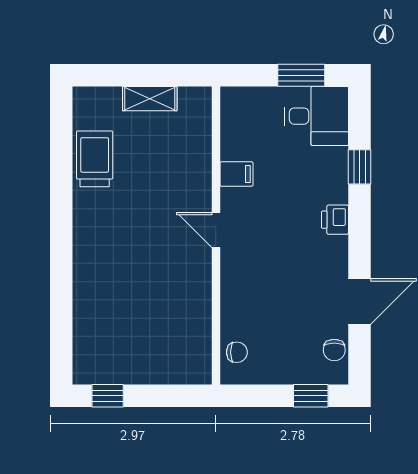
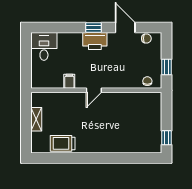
window: (301, 75) -> (26, 53), removed
window: (359, 167) -> (93, 27), moved
printer: (335, 220) -> (95, 41), width x1.87, depth x1.48
window: (311, 396) -> (166, 67), moved

